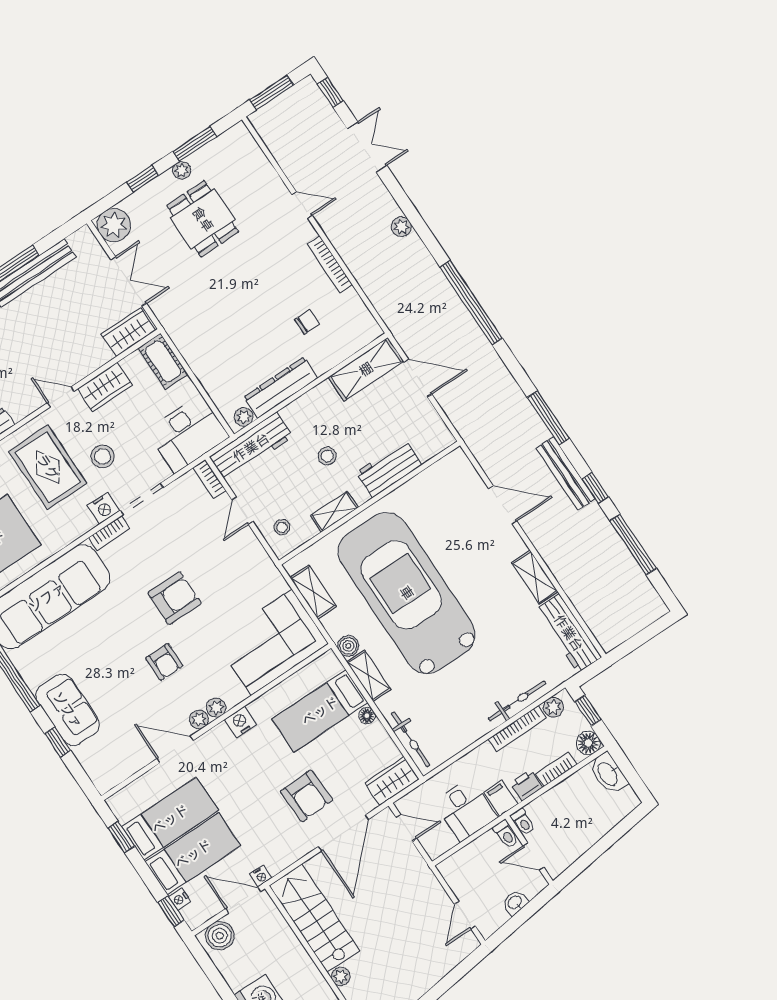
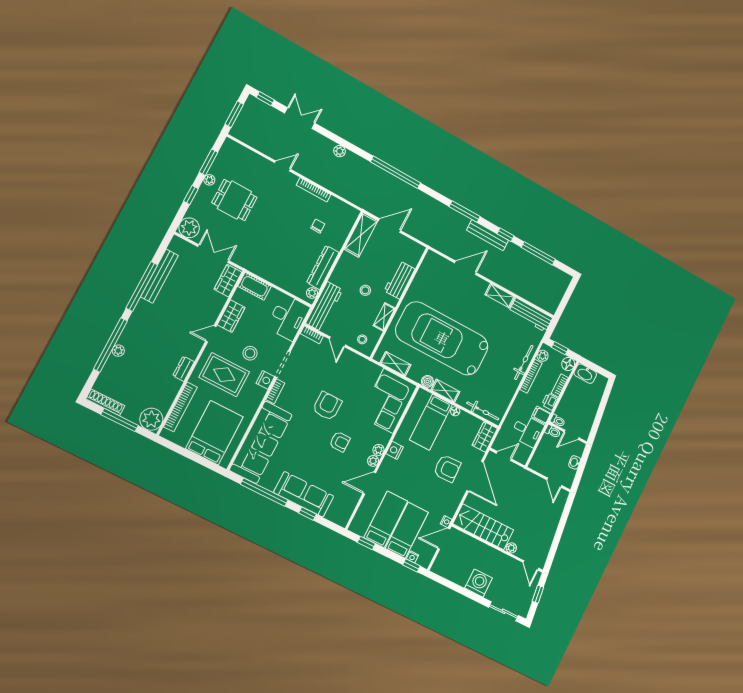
sofa: (68, 710) -> (304, 494), width x1.36
boiler: (220, 936) -> (442, 563), removed

